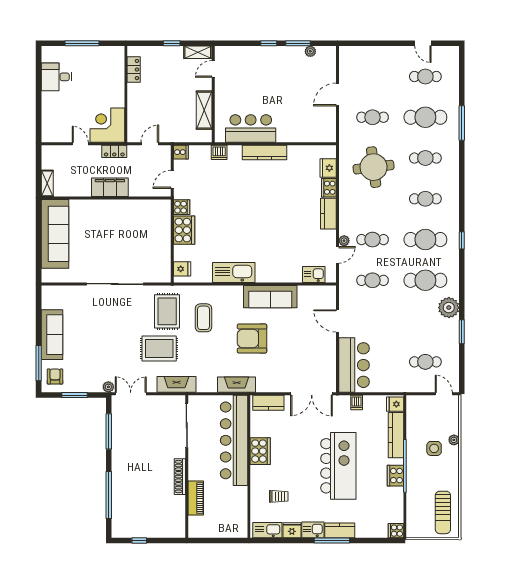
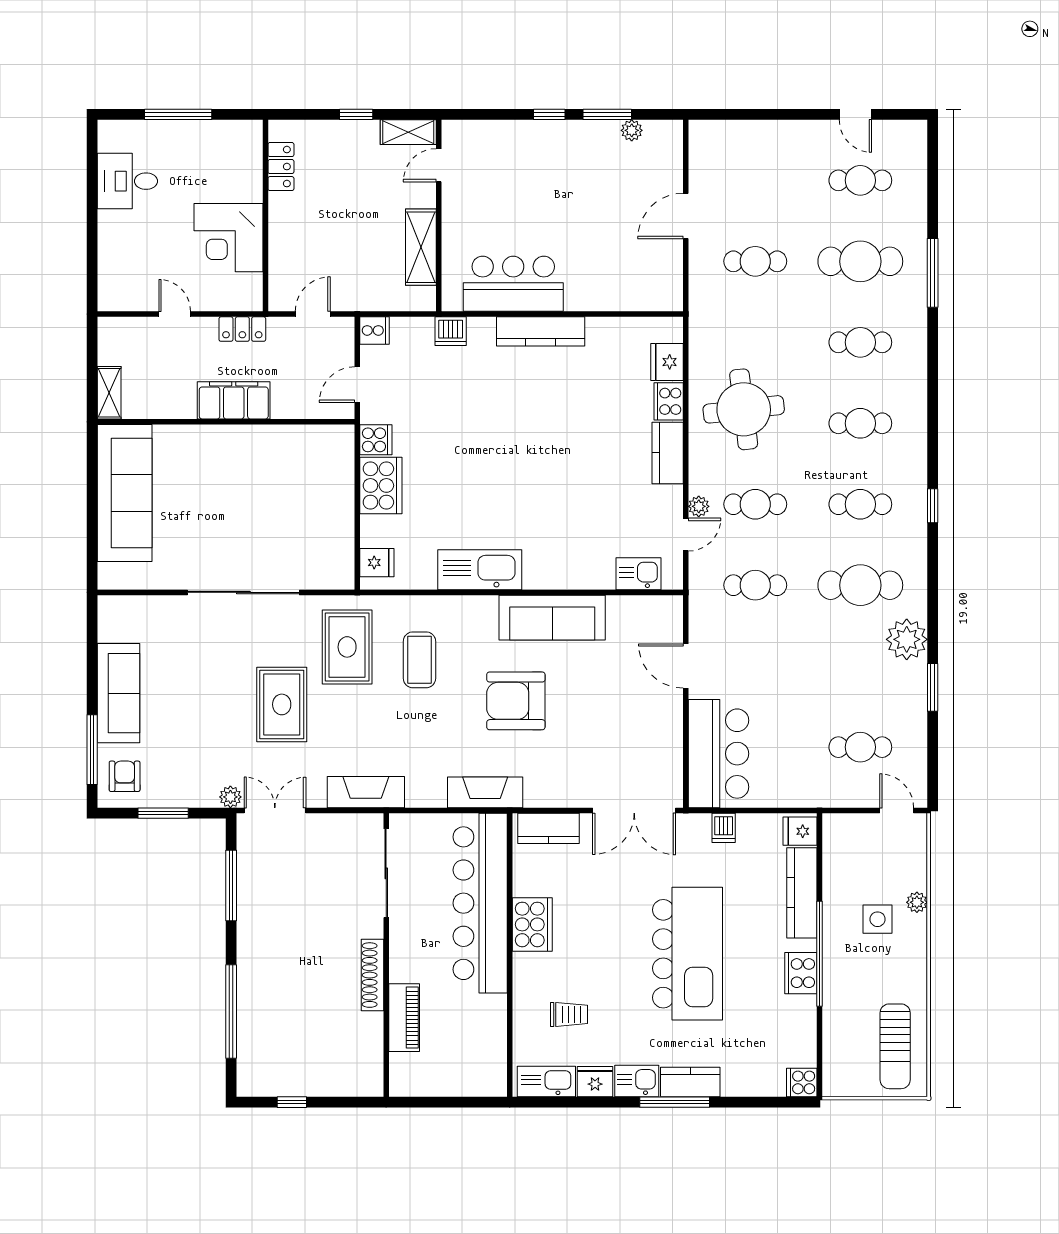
corner desk: (107, 125) -> (228, 238), moved, turned -90
round table: (374, 167) -> (744, 409), moved
cafe table: (425, 240) -> (860, 504), width x0.73, depth x0.74
rug: (159, 348) -> (282, 704), moved, turned 90

